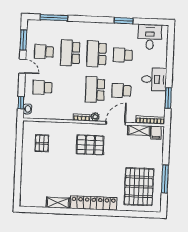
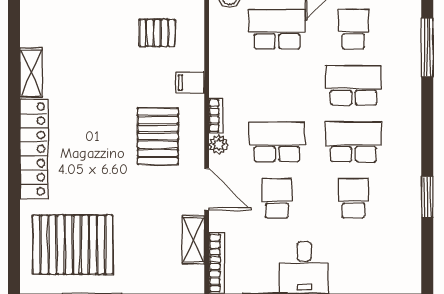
desk: (150, 37) -> (394, 255), removed
school desk: (42, 87) -> (277, 29), width x1.85
filing cabinet: (156, 133) -> (190, 82), moved

